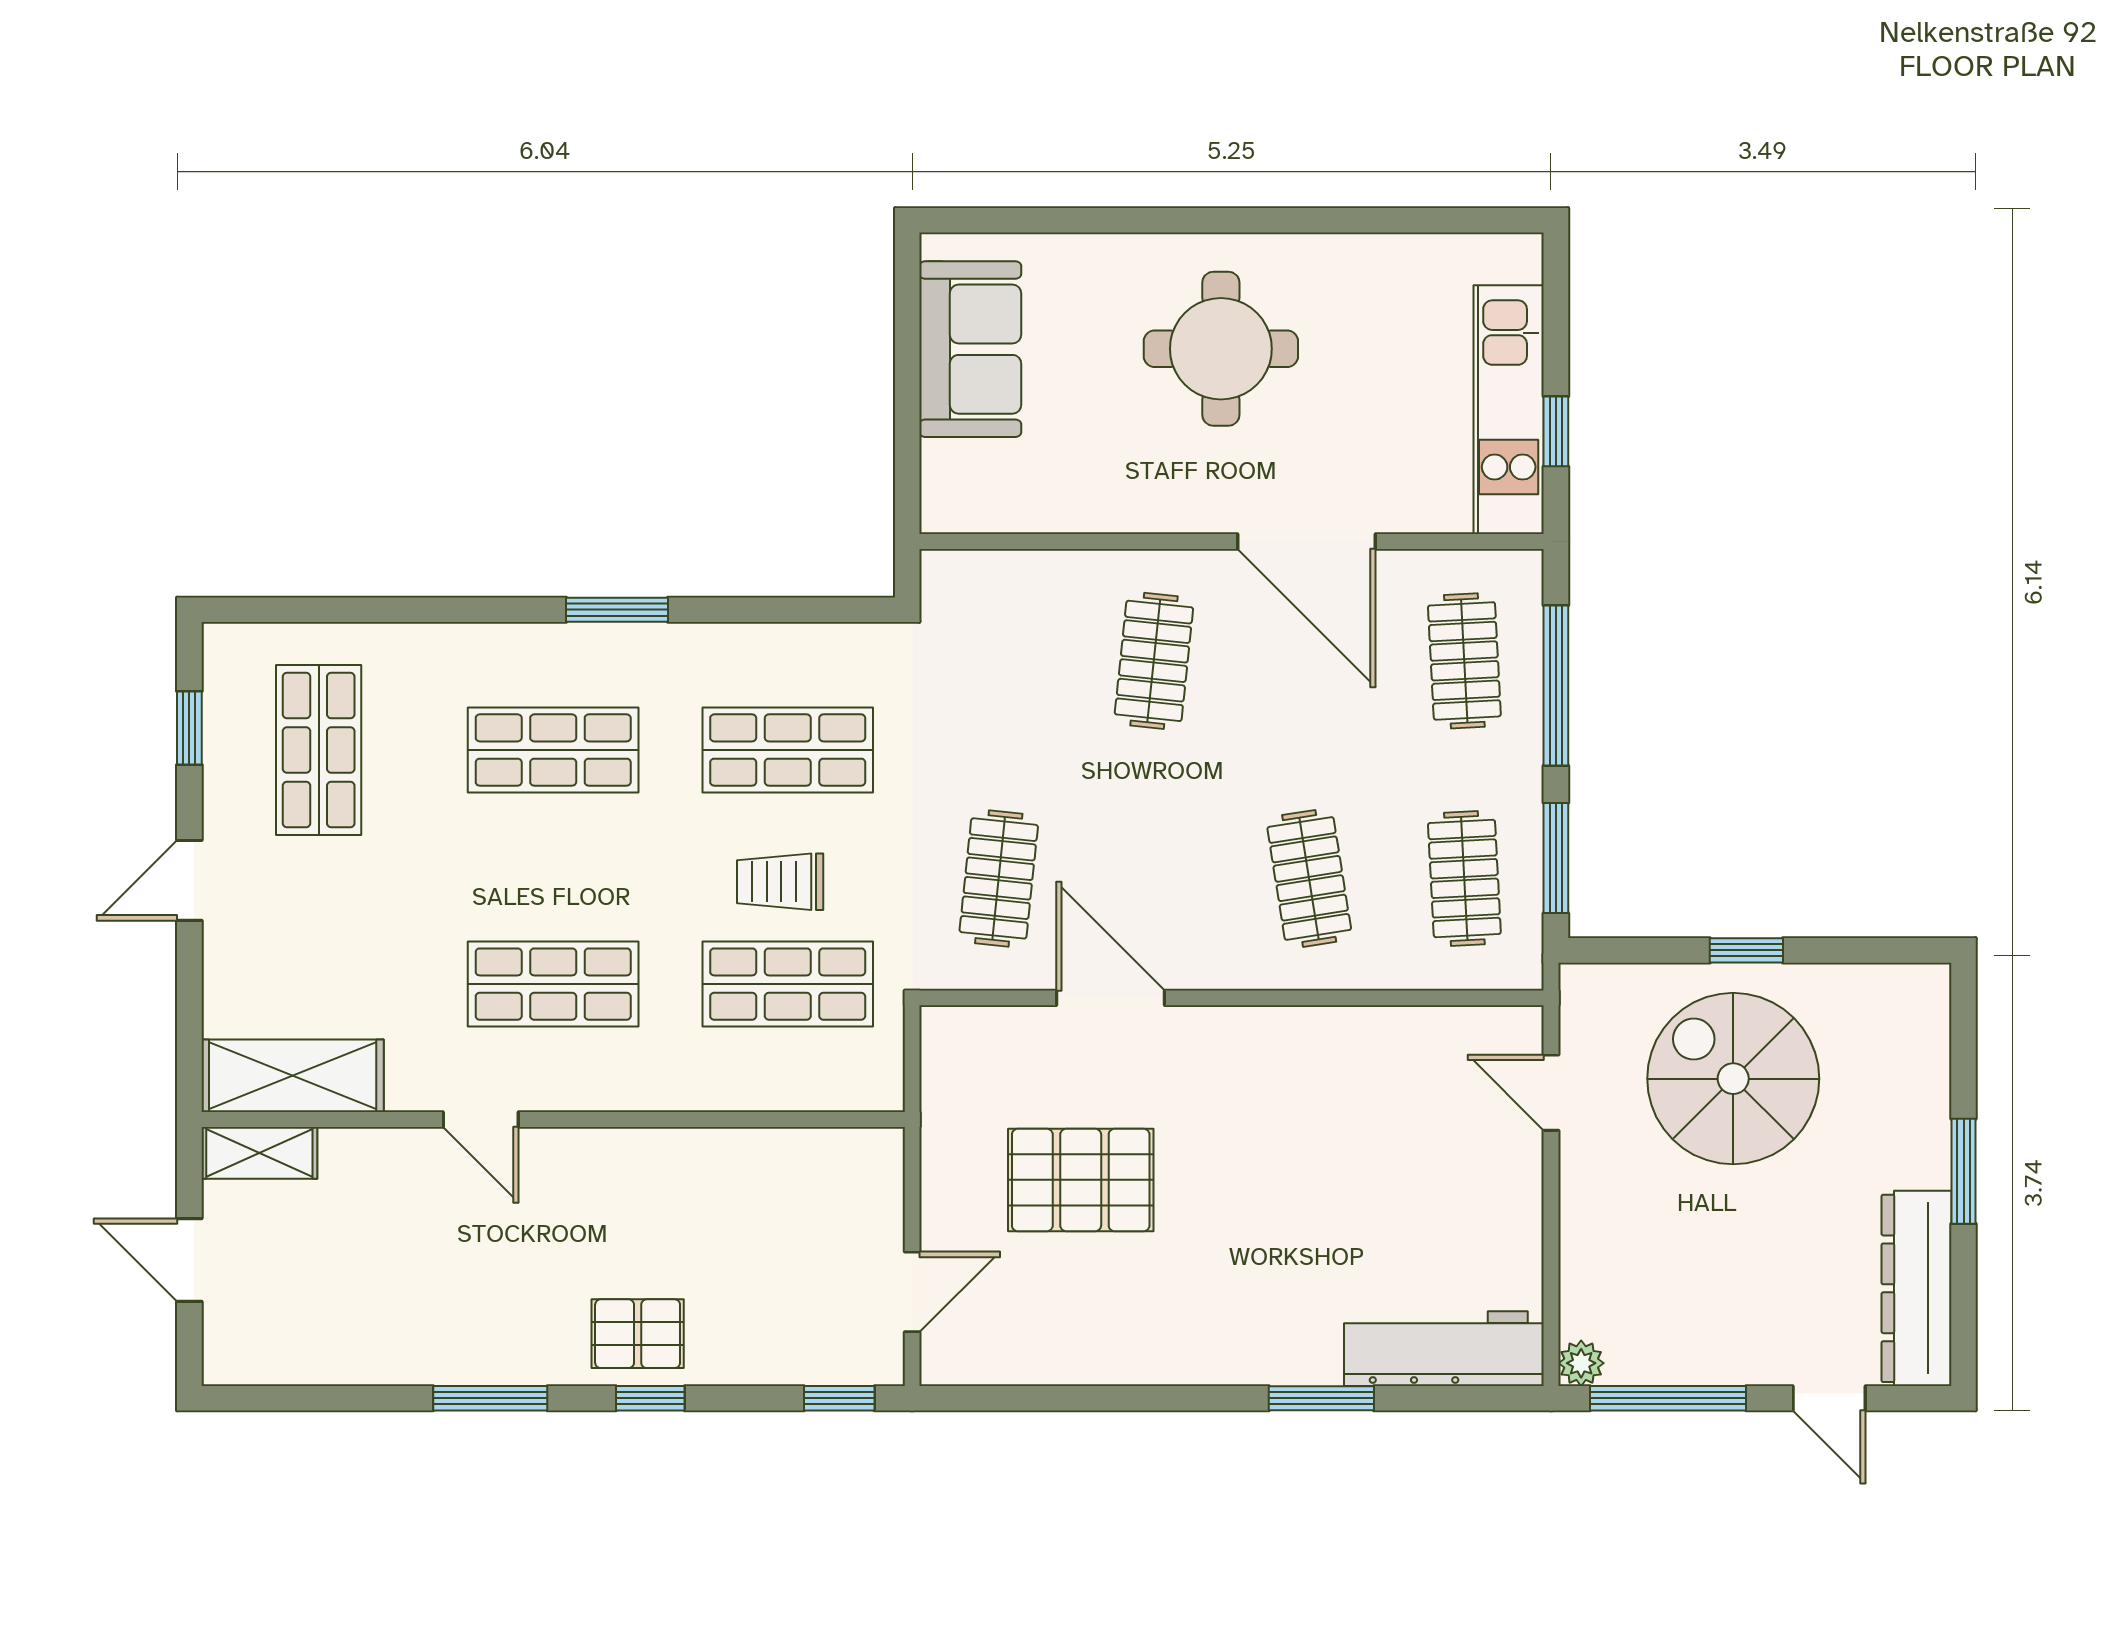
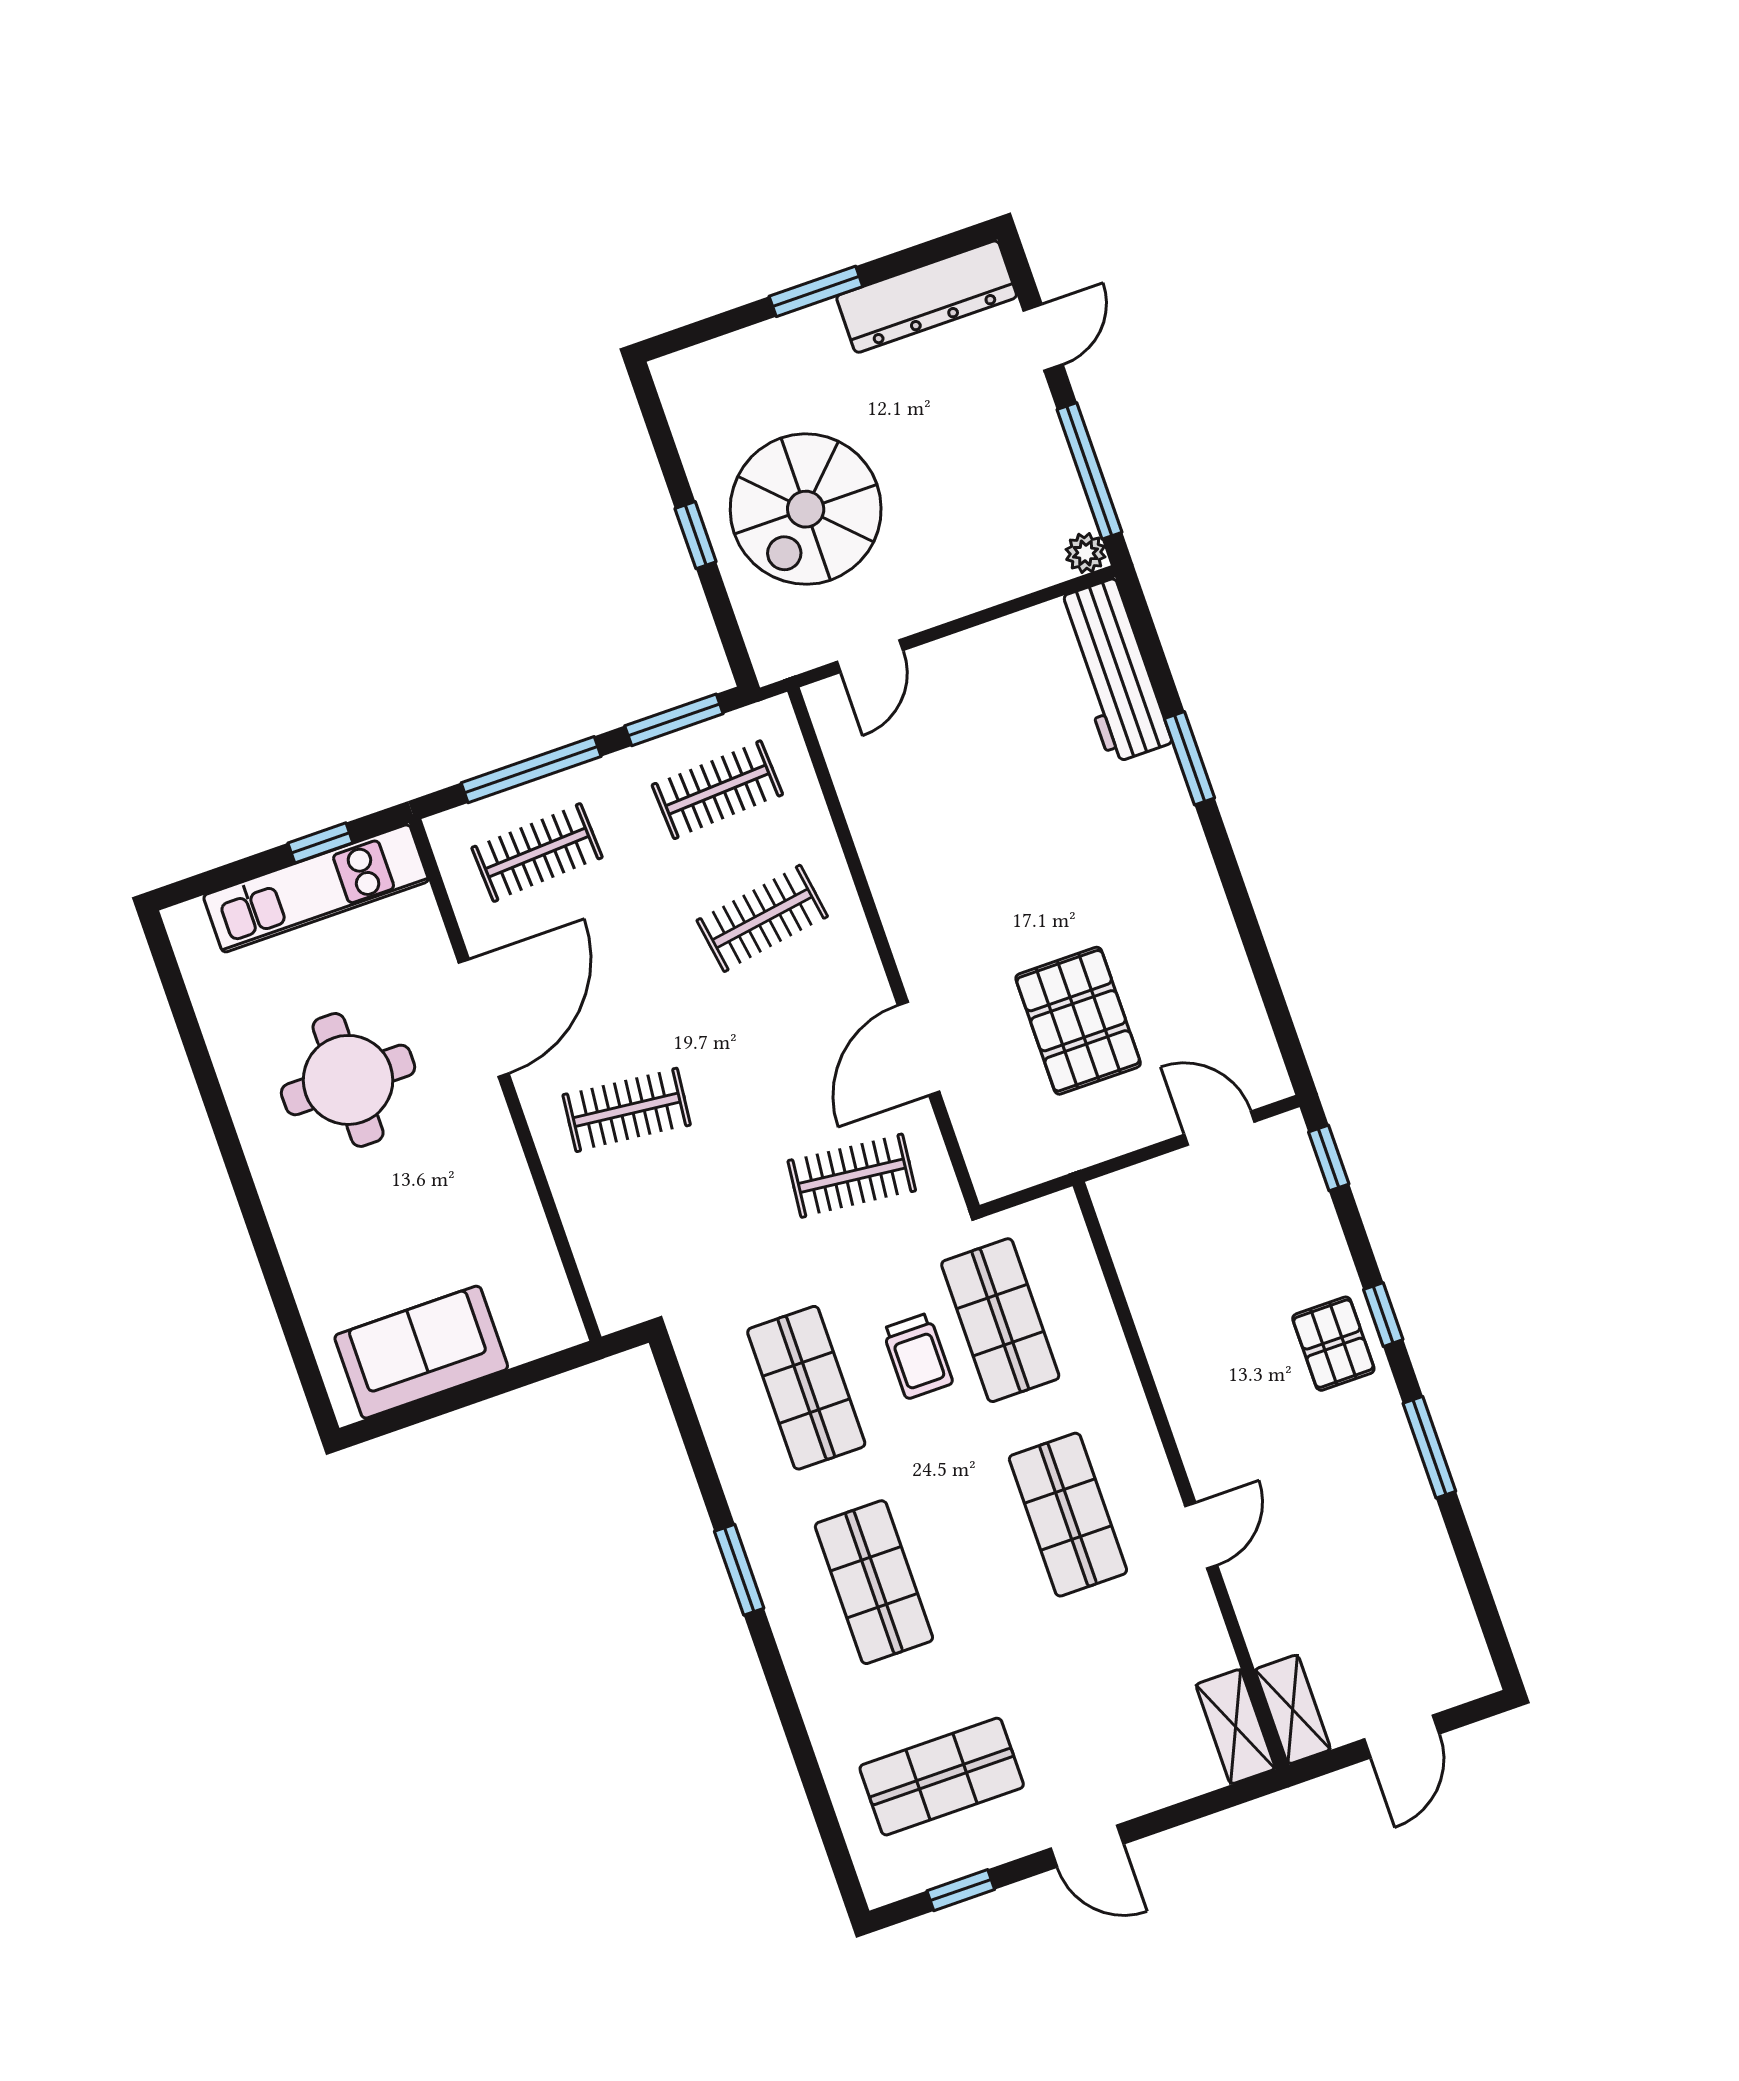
round table: (1221, 349) -> (348, 1080), moved
shelving: (293, 1076) -> (1236, 1727), width x0.67, depth x0.75

